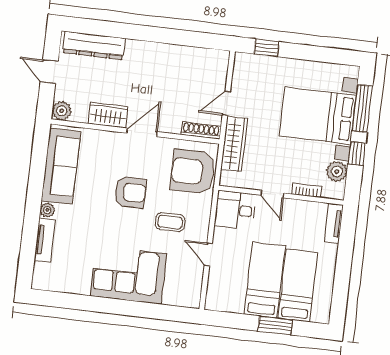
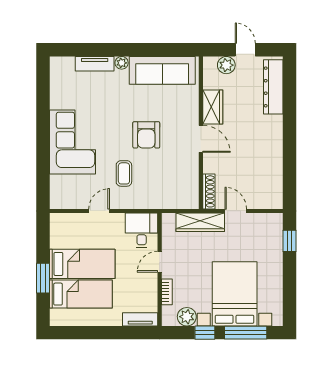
door: (49, 71) -> (245, 50), hinge flipped
plant: (62, 111) -> (226, 65), moved
armchair: (193, 172) -> (171, 188), removed

